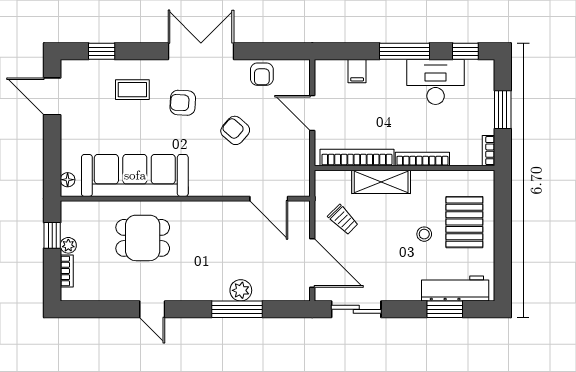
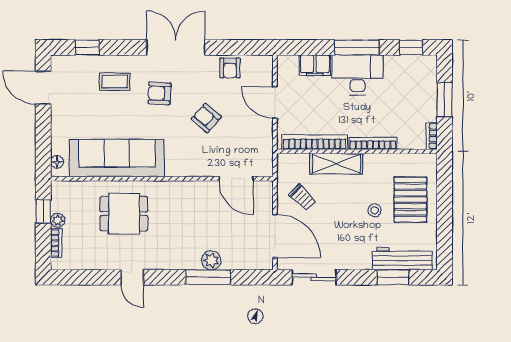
filing cabinet: (357, 71) -> (315, 65), width x2.00
desk: (436, 82) -> (358, 75), moved

